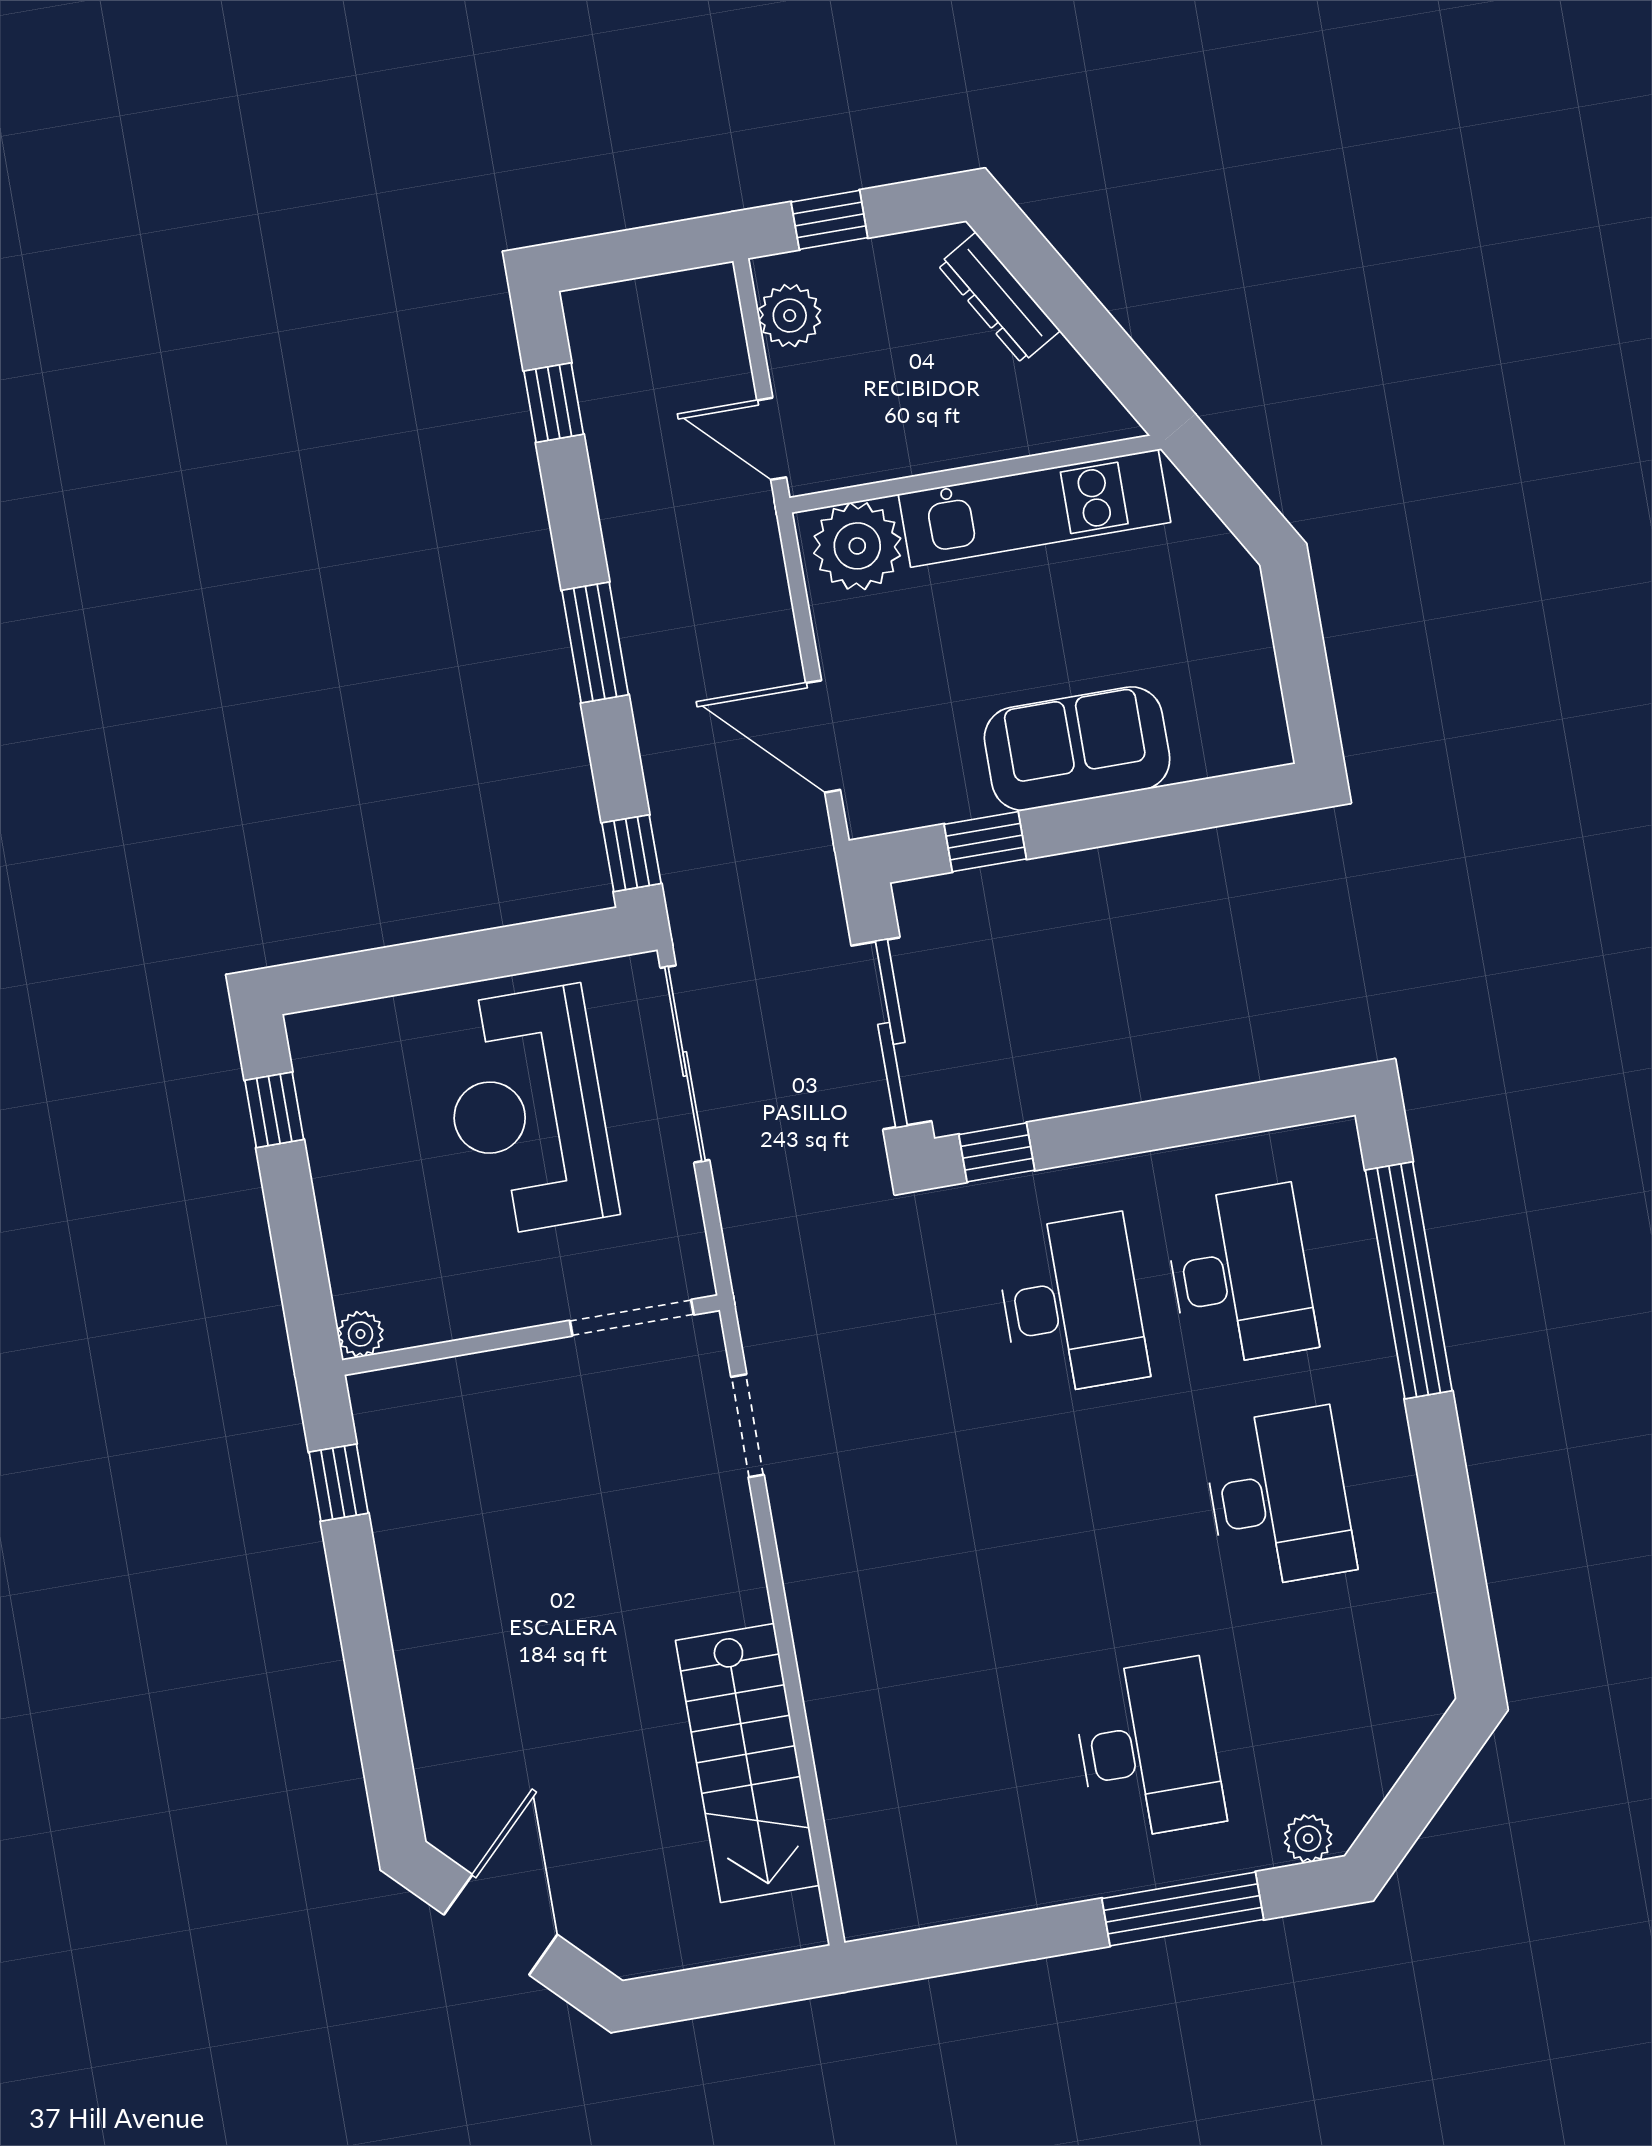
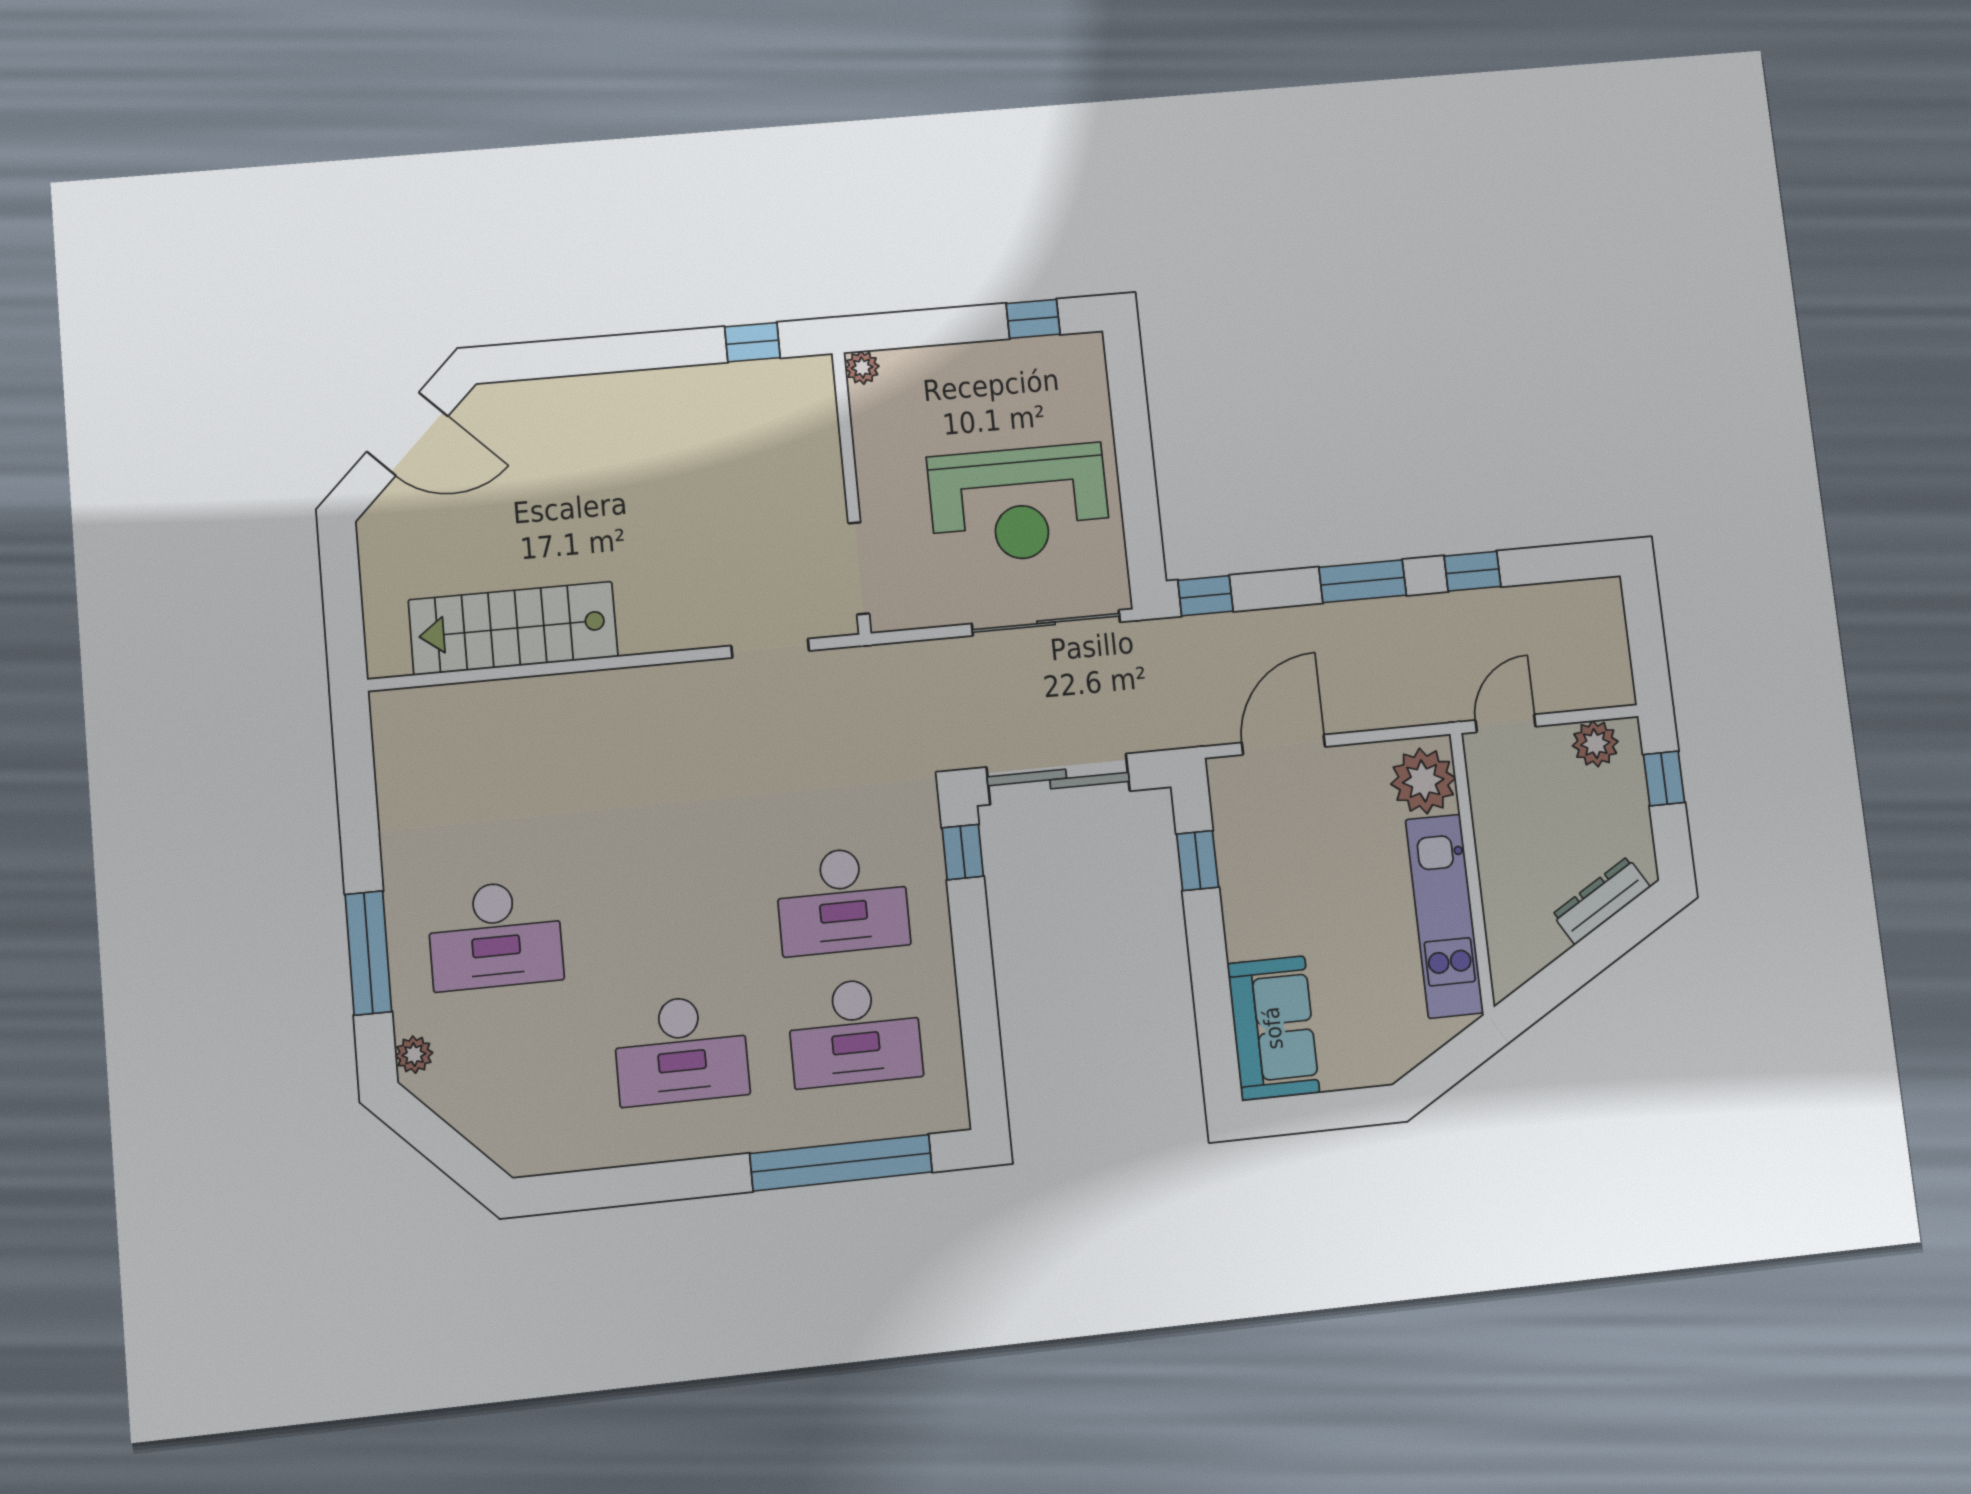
window: (554, 403) -> (1472, 571), moved
sofa: (1077, 749) -> (1273, 1028), moved
reception desk: (528, 1111) -> (1019, 504), turned 180

